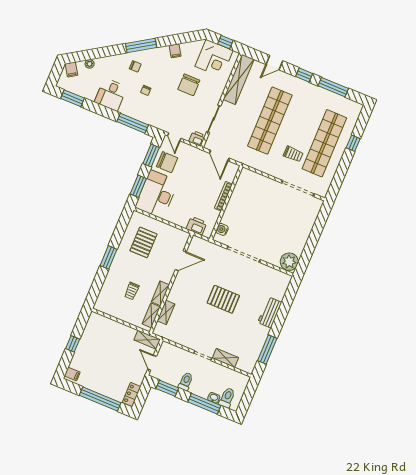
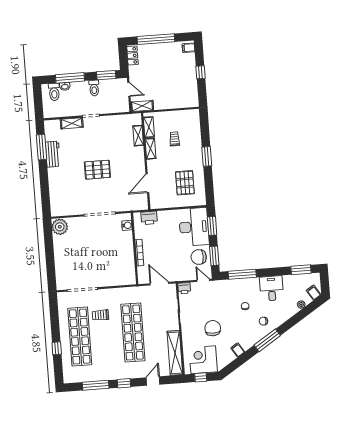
workbench: (270, 312) -> (53, 154), moved

